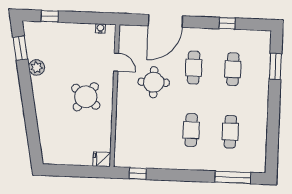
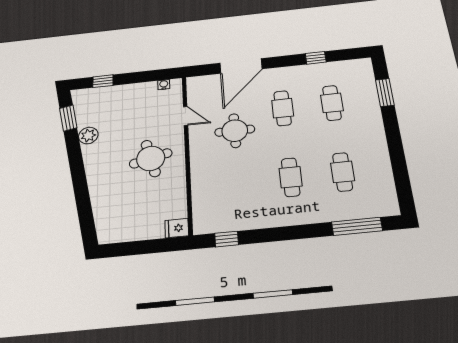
round table: (86, 97) -> (151, 158), turned 38

